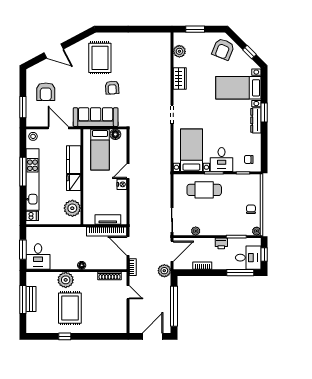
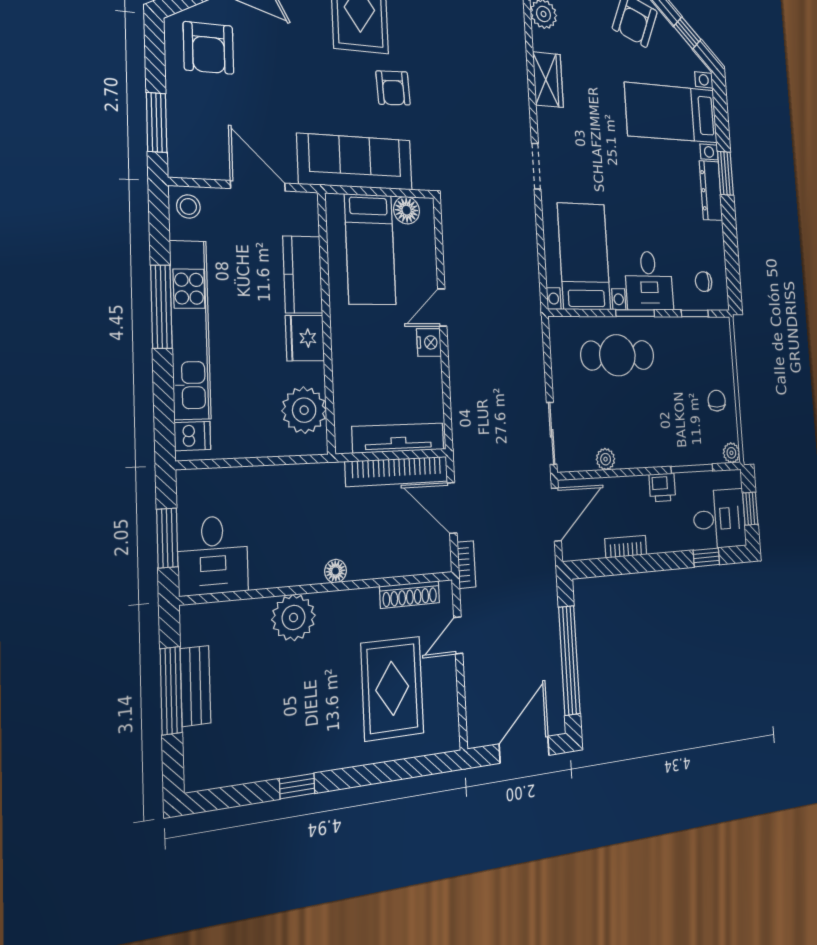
armchair: (46, 92) -> (209, 48), moved
tv unit: (108, 219) -> (398, 438), width x1.41
plant: (164, 271) -> (542, 568), removed
window: (240, 273) -> (706, 557), width x0.46
door: (128, 292) -> (458, 635), swing flipped
rug: (70, 308) -> (392, 688), moved

